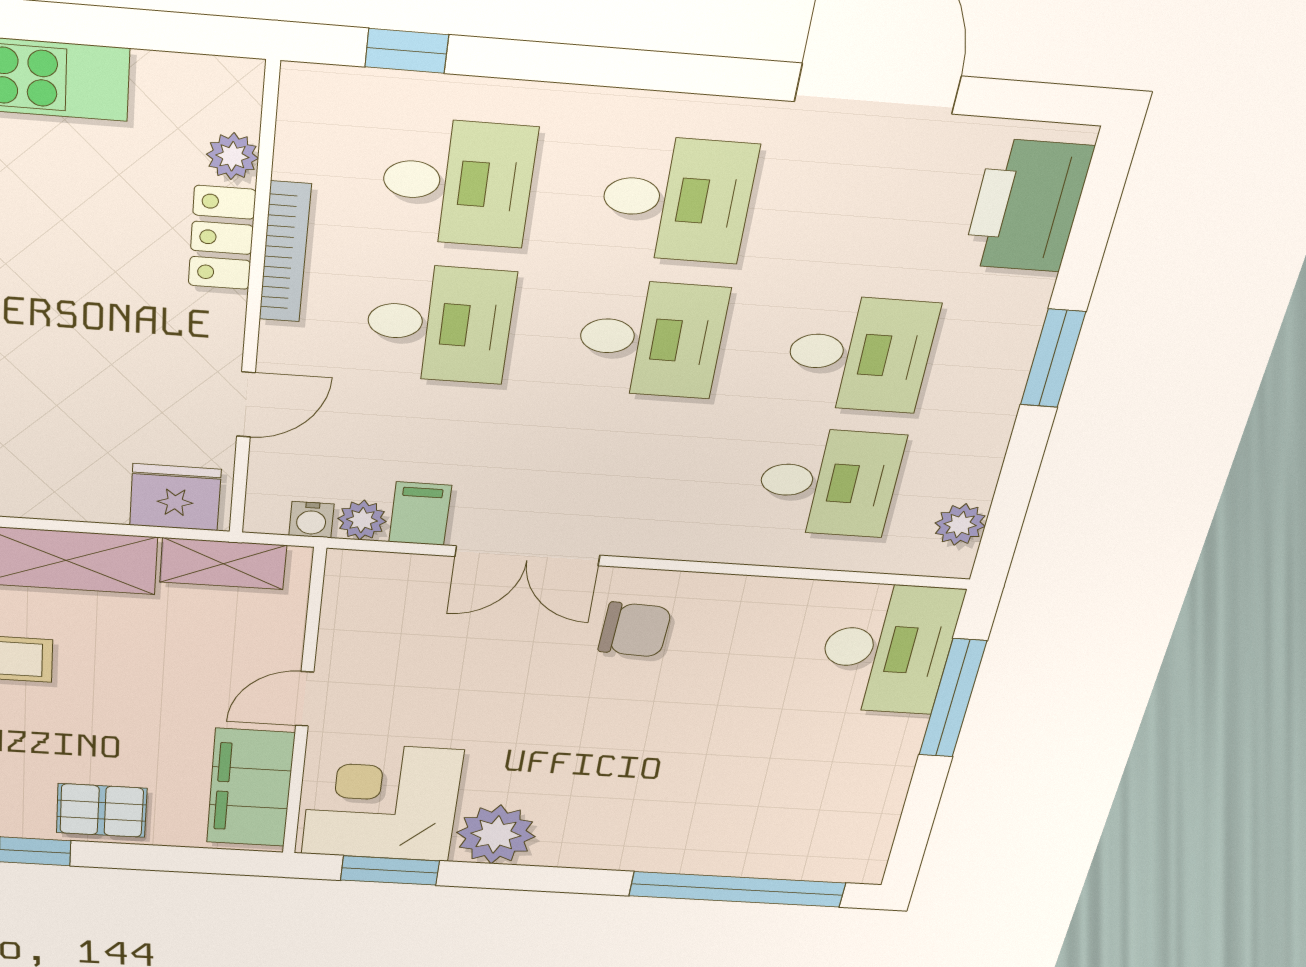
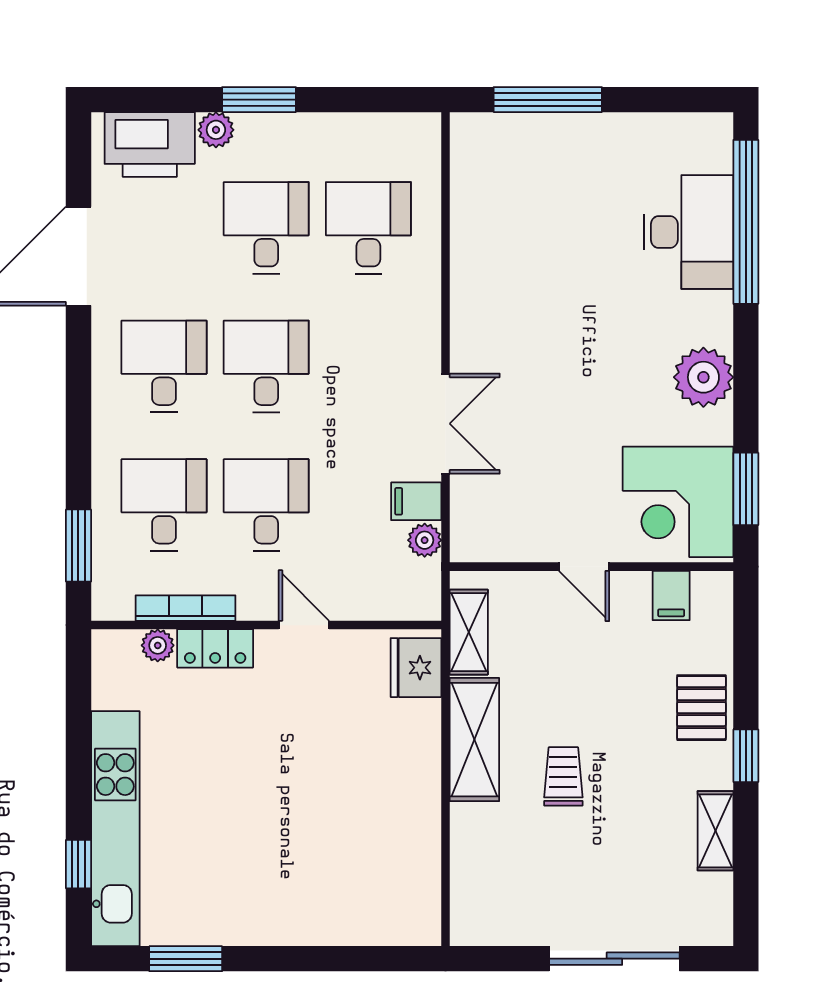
window: (407, 51) -> (78, 546), width x1.50
bookcase: (285, 252) -> (185, 608), moved
door: (246, 404) -> (304, 625), moved
water cooler: (311, 520) -> (427, 575), removed
plant: (960, 525) -> (216, 130), moved
chair: (635, 630) -> (504, 340), removed
desk: (887, 649) -> (689, 232), moved, turned 90
filing cabinet: (250, 788) -> (671, 596), width x0.33, depth x0.86
plant: (496, 834) -> (703, 377), moved

